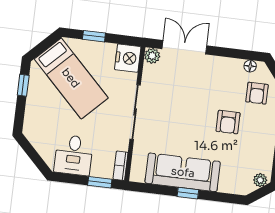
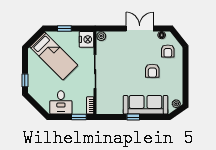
double door: (184, 47) -> (140, 29), moved
window: (23, 85) -> (25, 80), moved
sofa: (183, 172) -> (146, 105), moved

